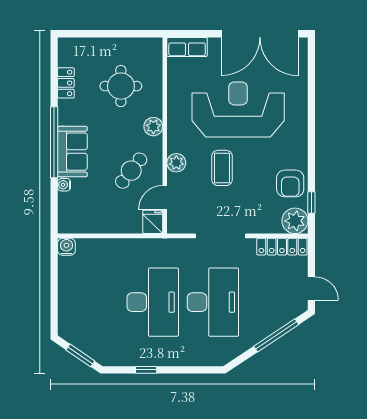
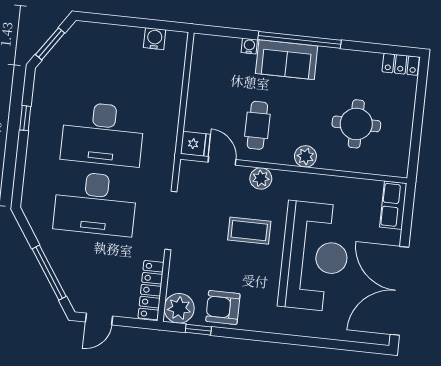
locker: (66, 83) -> (401, 64), moved
cafe table: (131, 171) -> (257, 125), turned 52
water cooler: (66, 247) -> (155, 39), moved, turned -90

